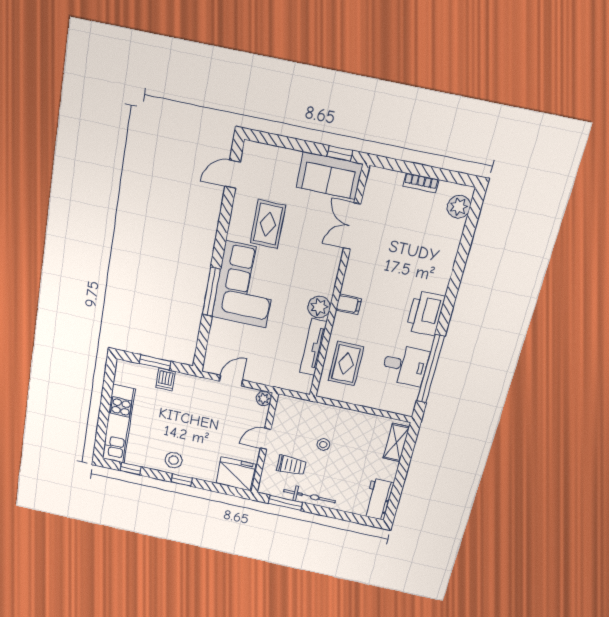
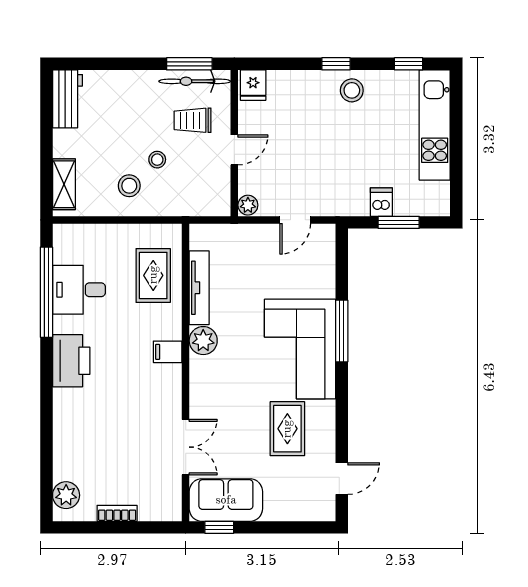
stool: (348, 431) -> (129, 186), added
fridge: (236, 474) -> (253, 85), width x0.53, depth x0.75
bicycle: (309, 496) -> (195, 81), moved

